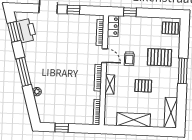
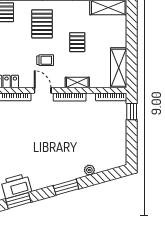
door: (104, 56) -> (43, 90), hinge flipped
window: (23, 72) -> (66, 187), width x0.69
shelving: (134, 120) -> (119, 68), moved
window: (62, 128) -> (132, 112), moved

